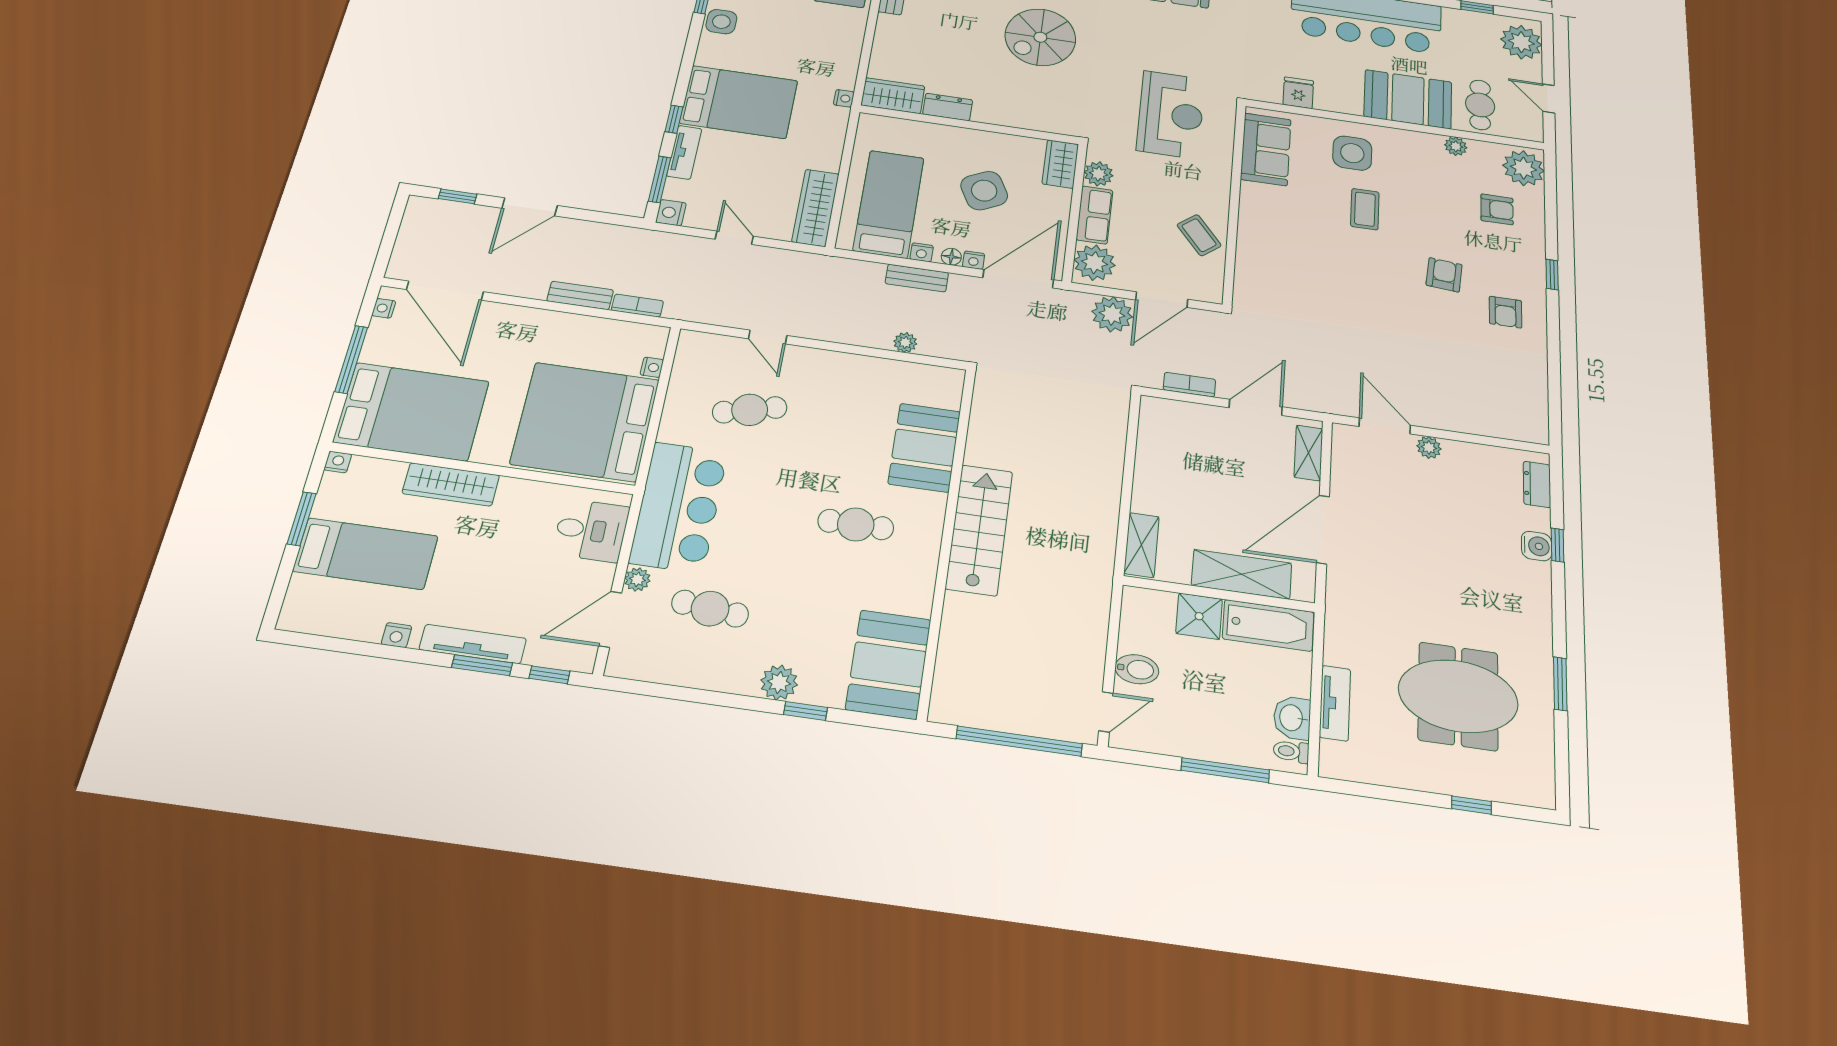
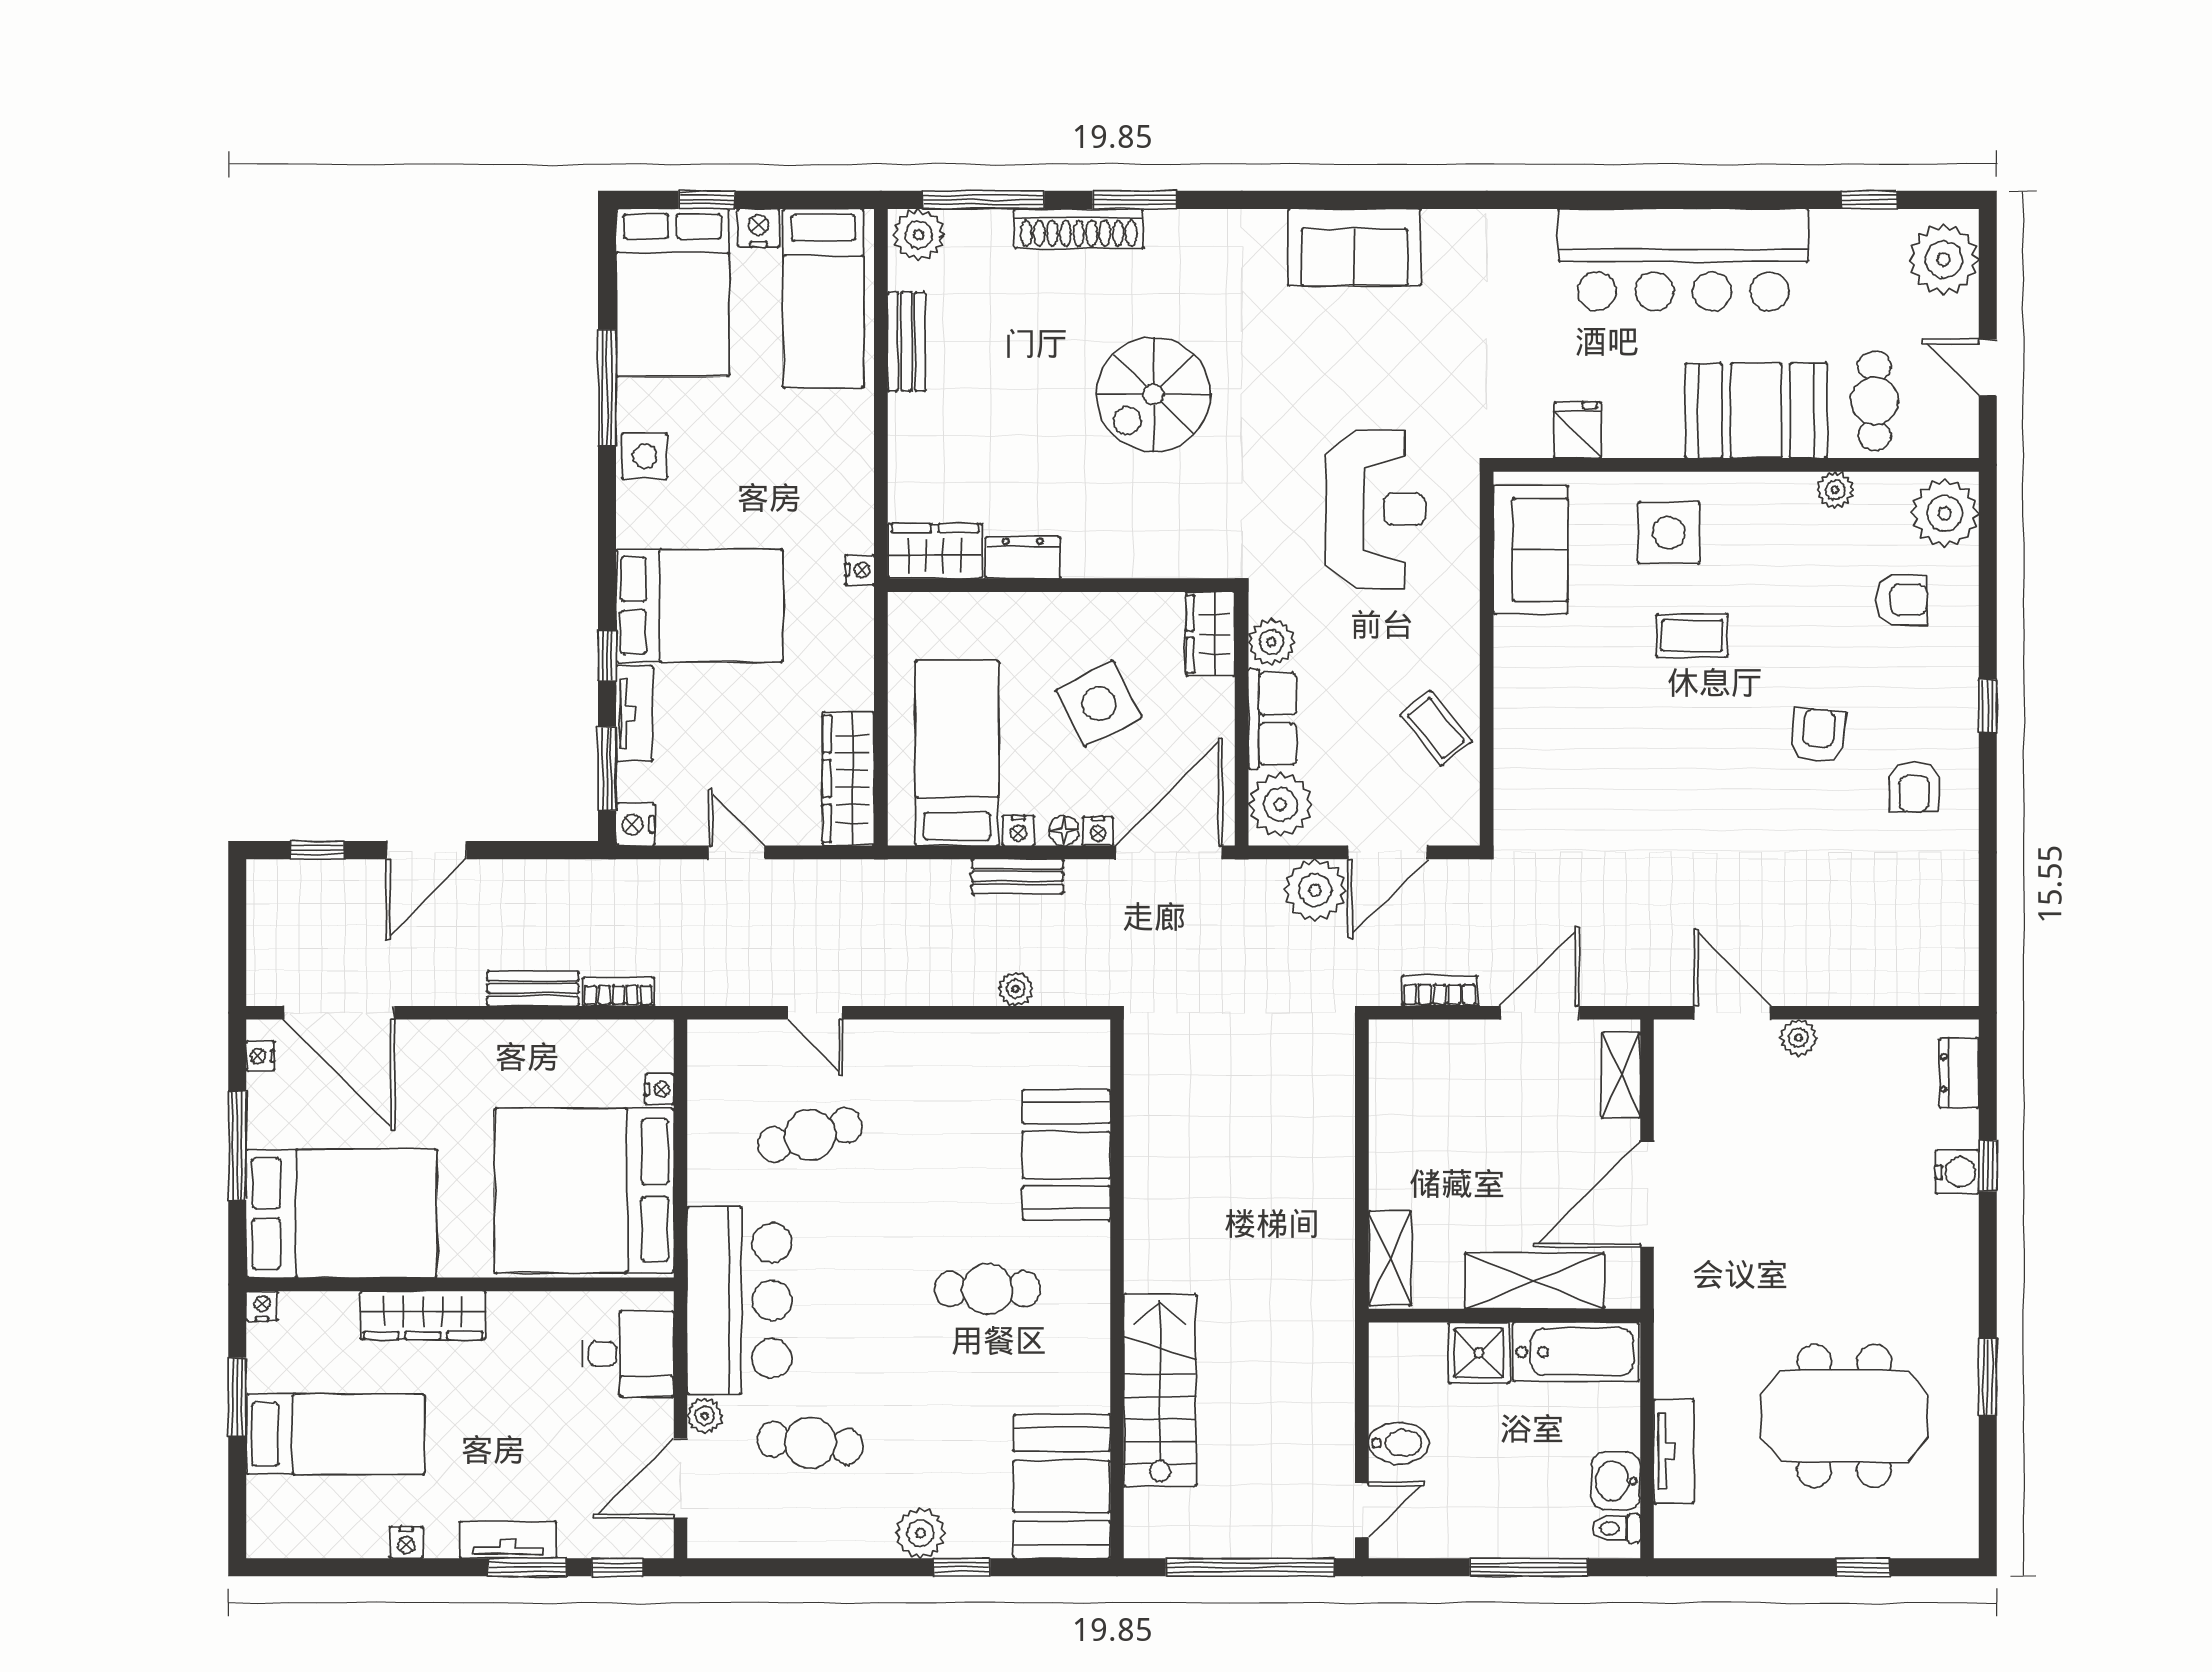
coffee table: (1365, 209) -> (1692, 636), turned 90
stairs: (979, 530) -> (1160, 1390), moved
tv unit: (473, 644) -> (508, 1540), width x0.71

